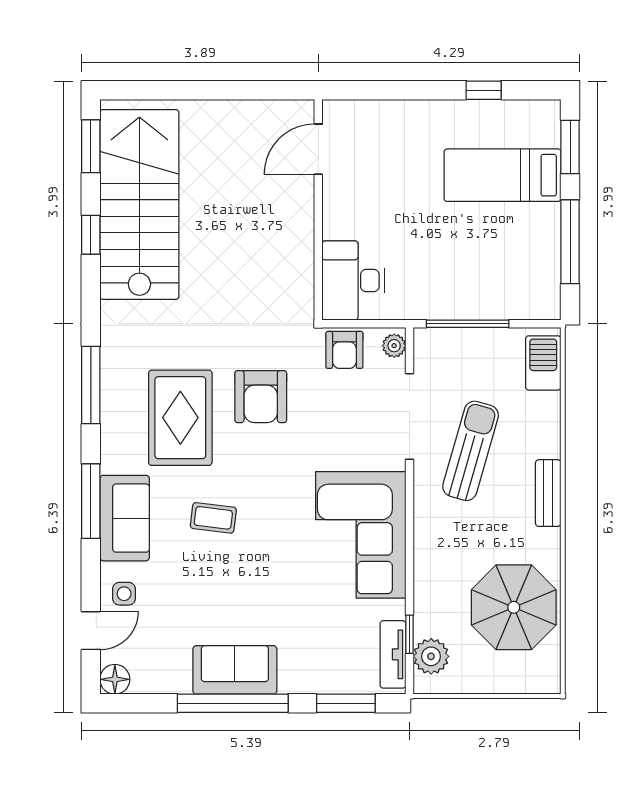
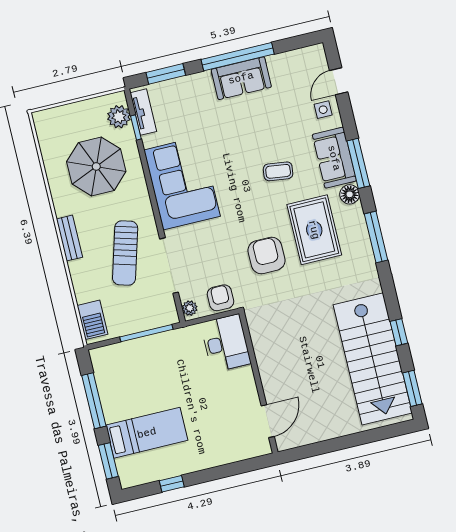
parasol: (514, 607) -> (96, 166), moved
floor lamp: (115, 679) -> (350, 194), moved

